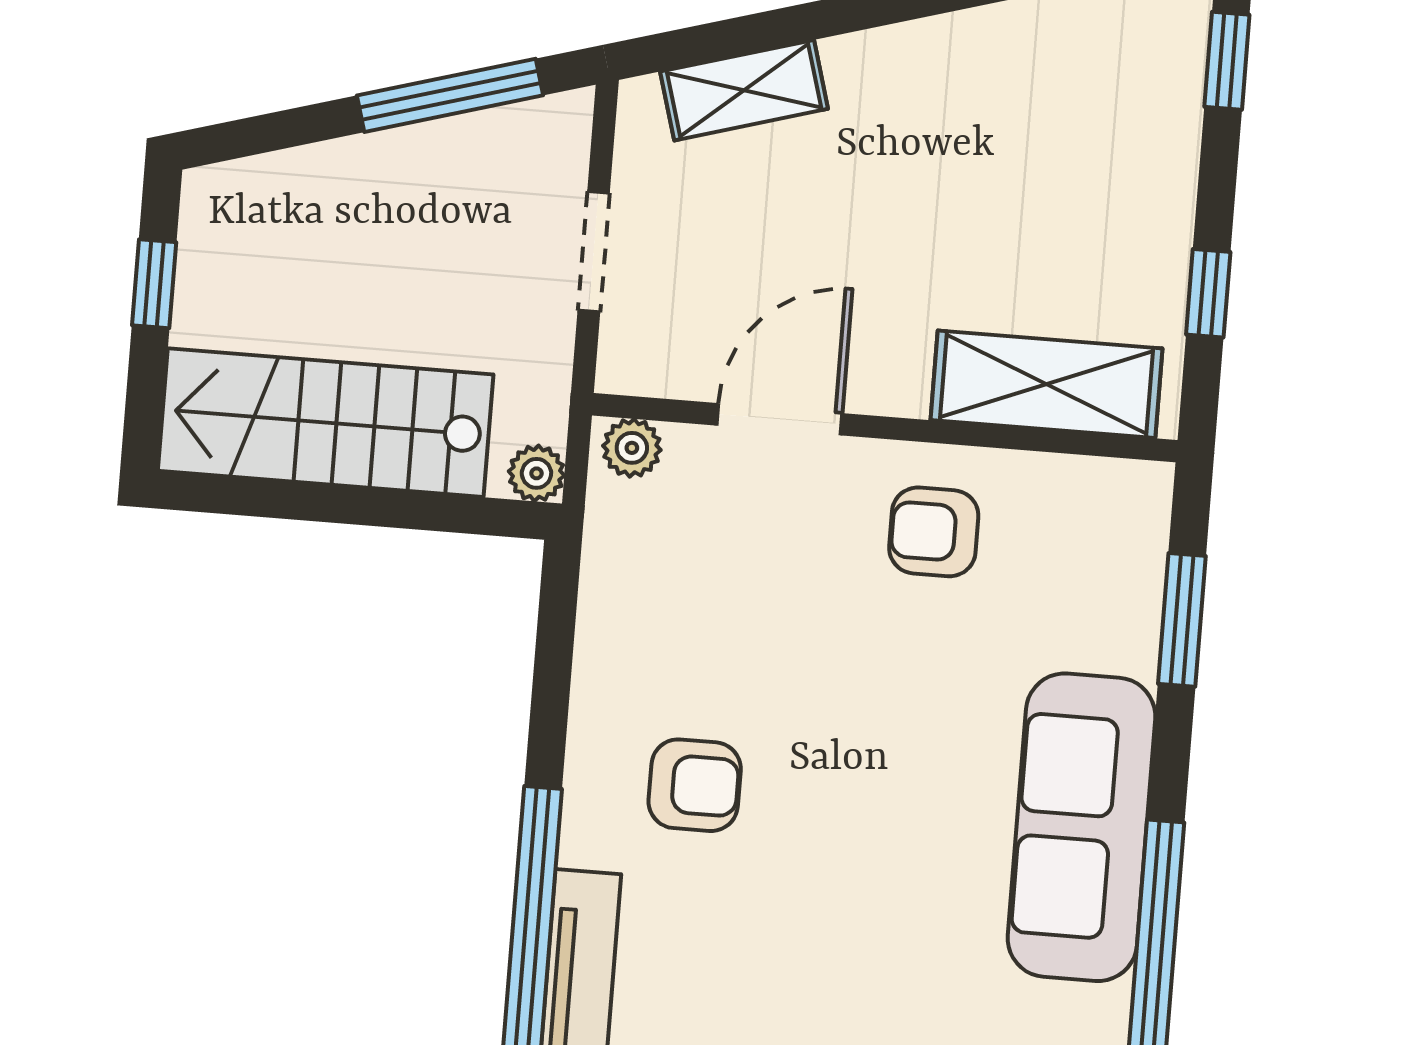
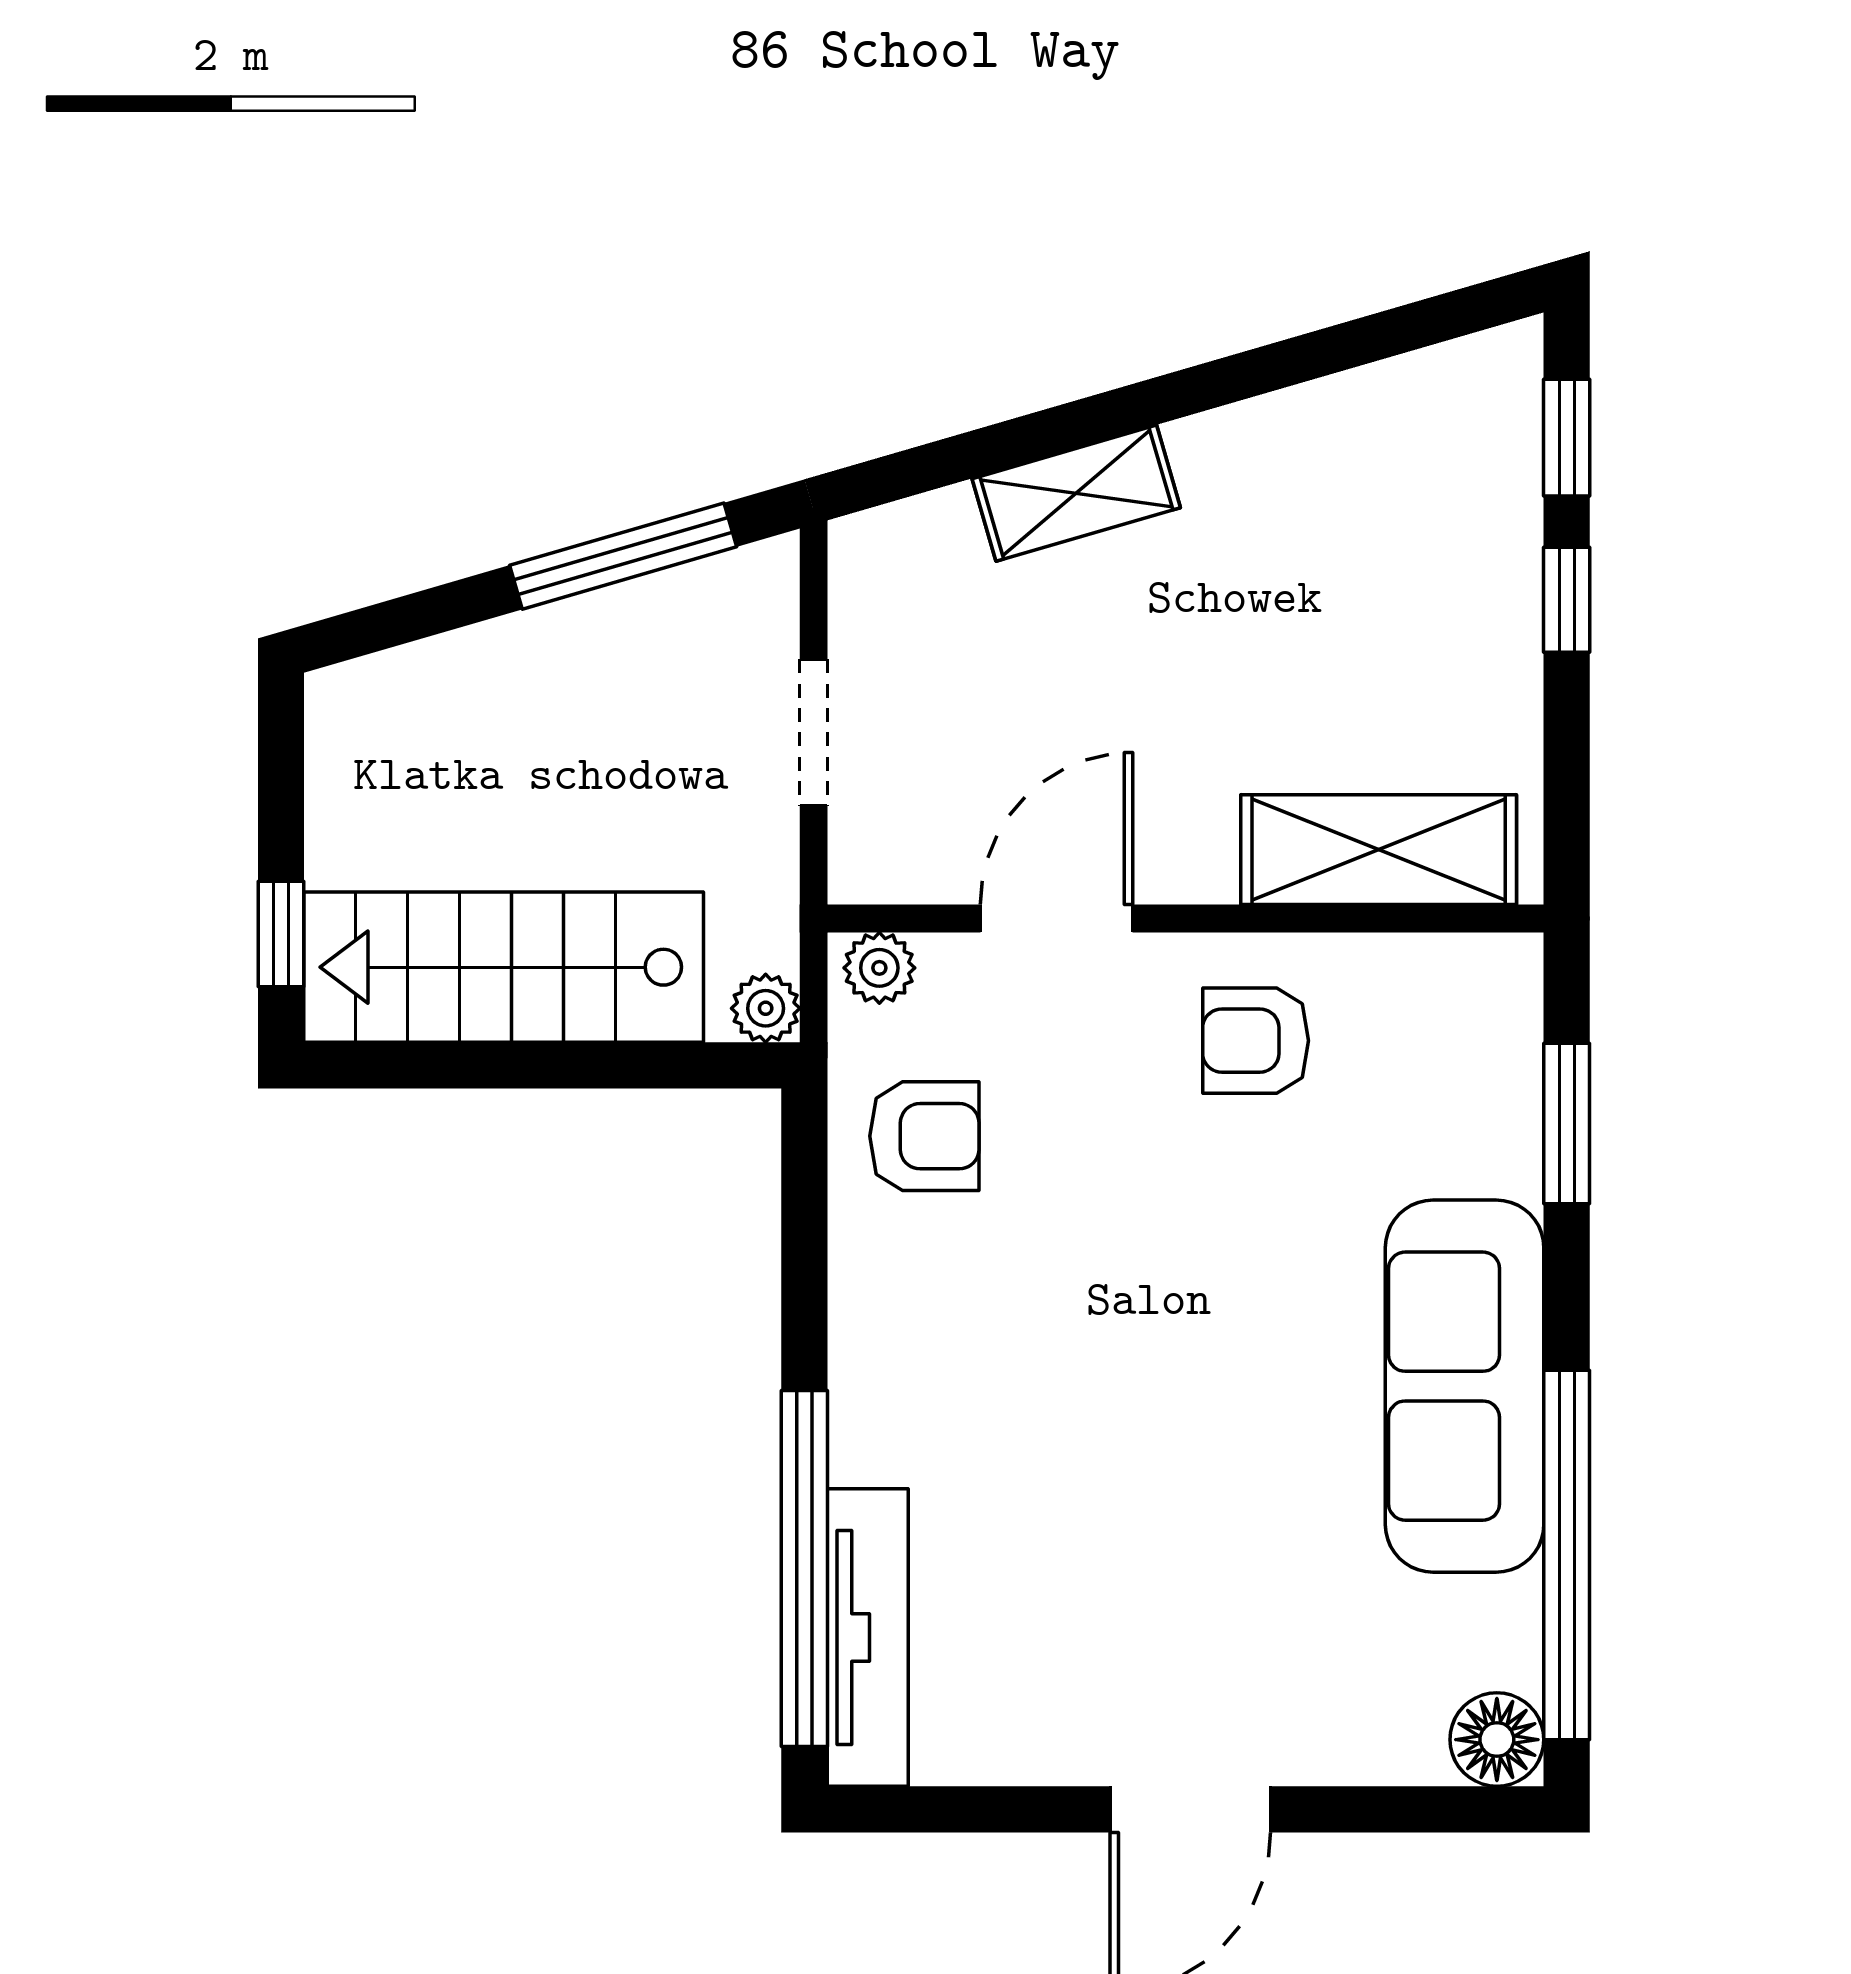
shelving: (744, 90) -> (1076, 493), moved
window: (154, 284) -> (281, 934), moved
window: (1208, 293) -> (1567, 600), moved
armchair: (695, 785) -> (924, 1136), moved

